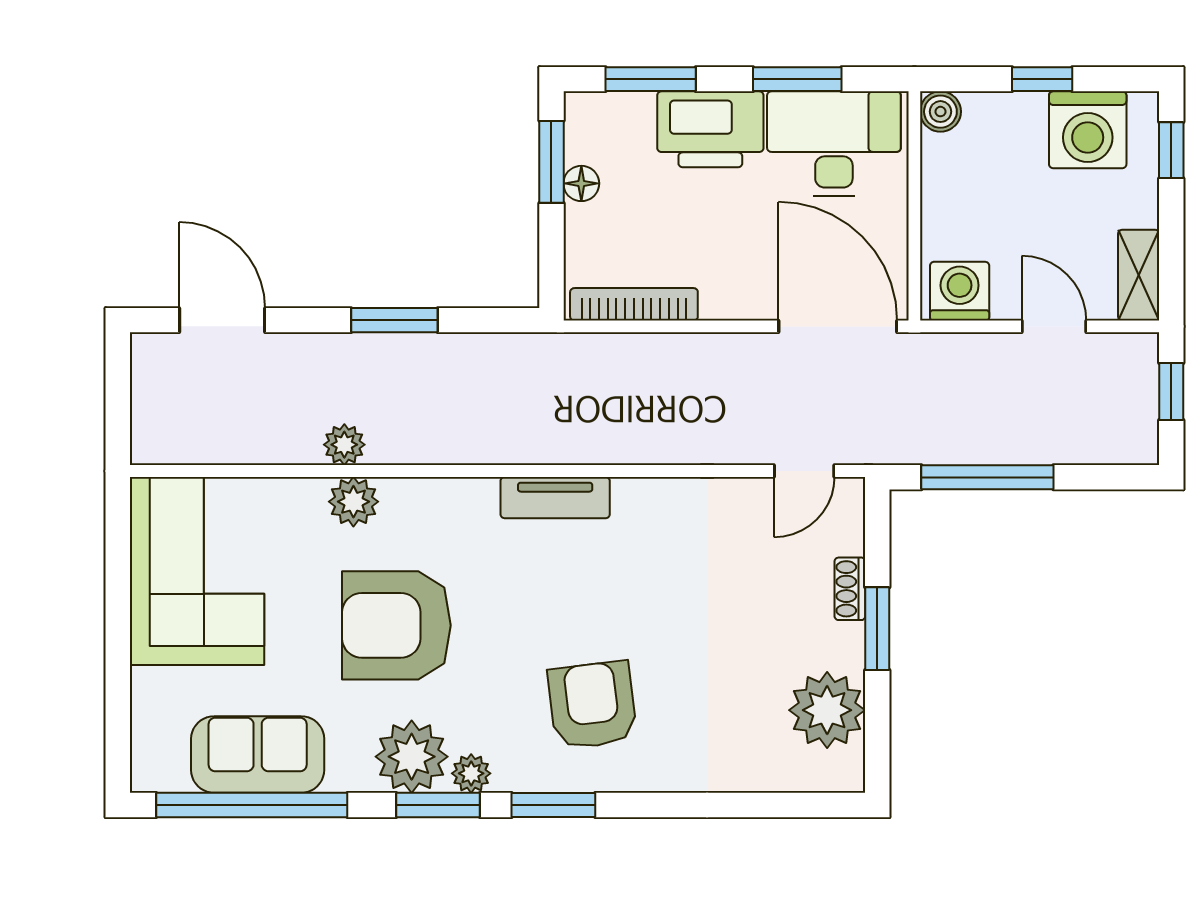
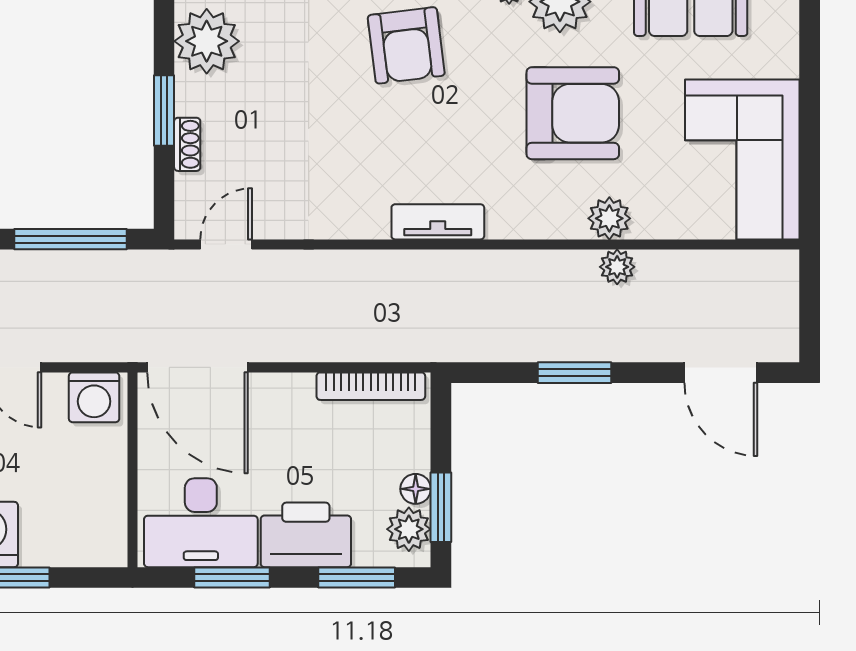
boiler: (940, 112) -> (110, 550), removed
plant: (589, 136) -> (409, 529), added

